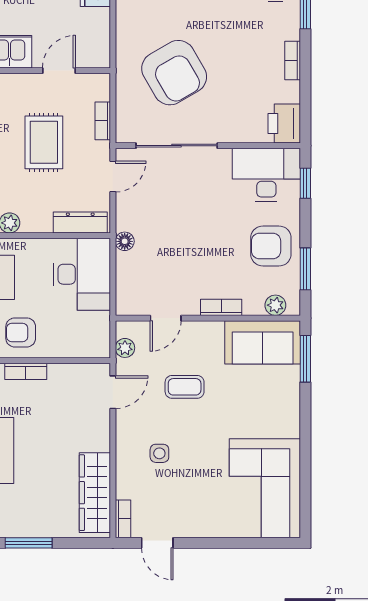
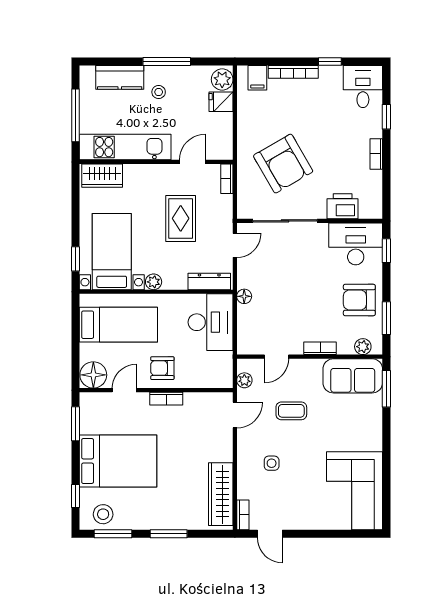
bookcase: (103, 121) -> (227, 179), moved
printer: (284, 123) -> (343, 206), moved, turned 90

